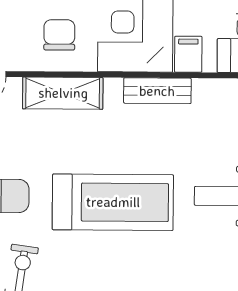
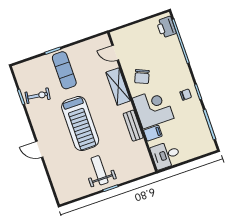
chair: (59, 35) -> (142, 77), turned 113

